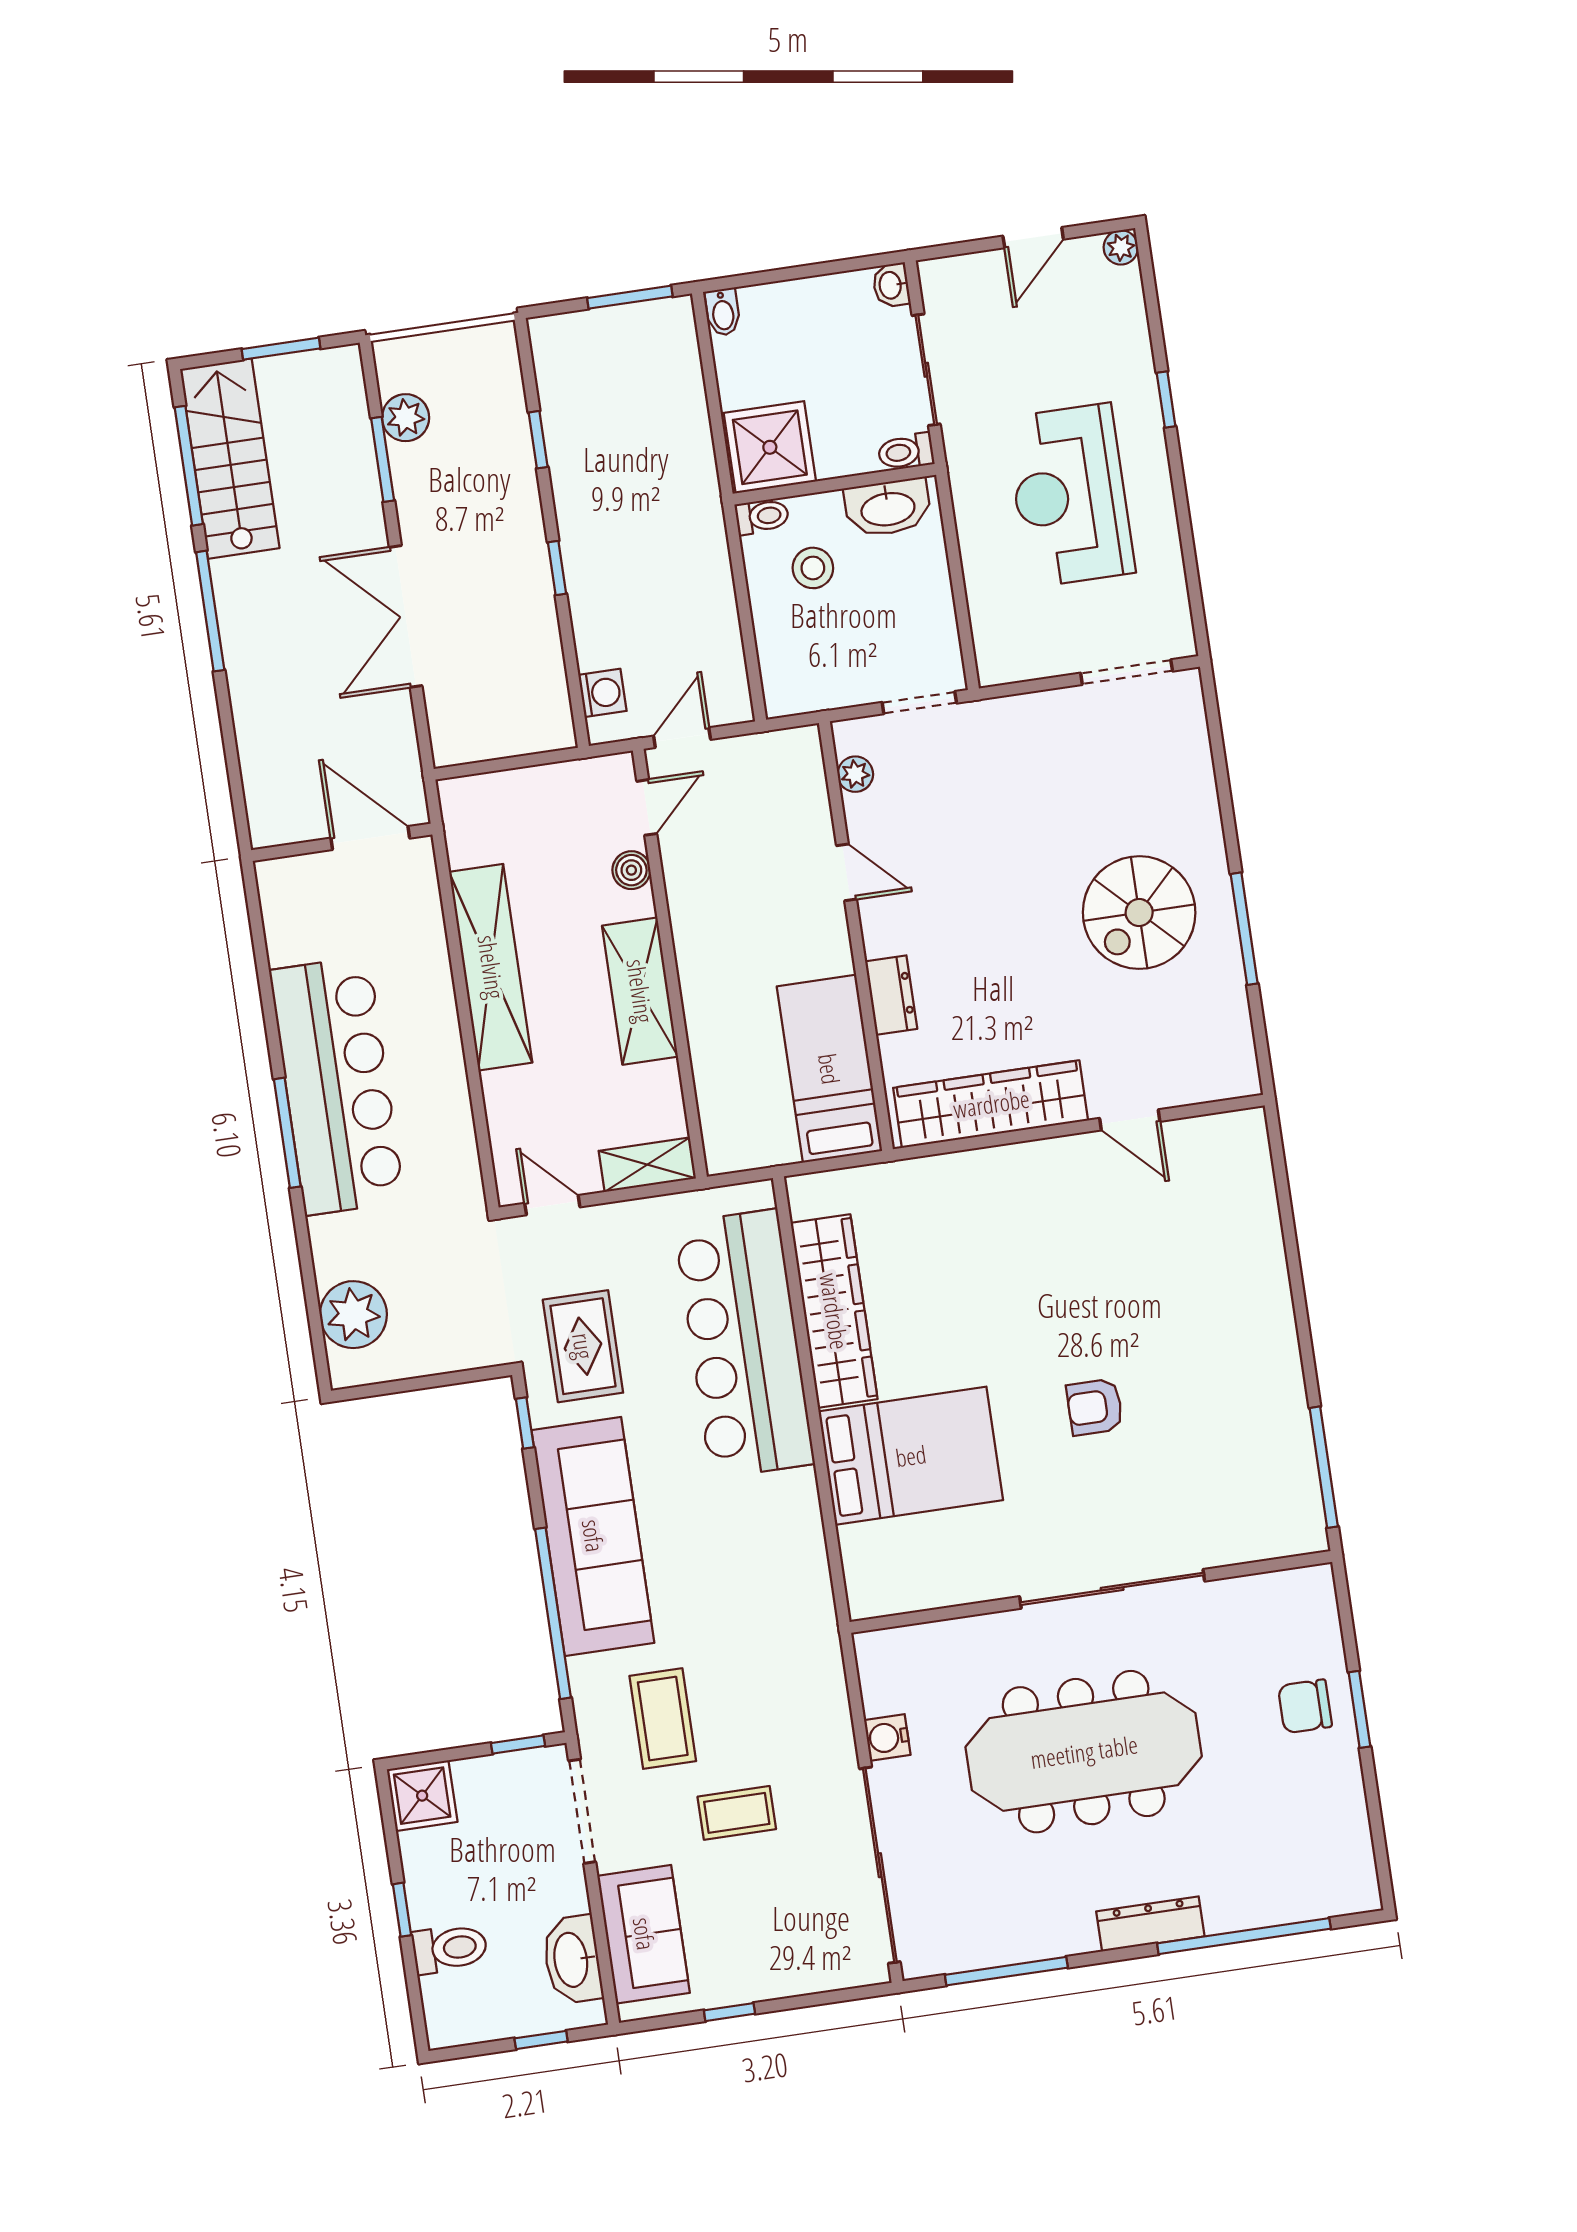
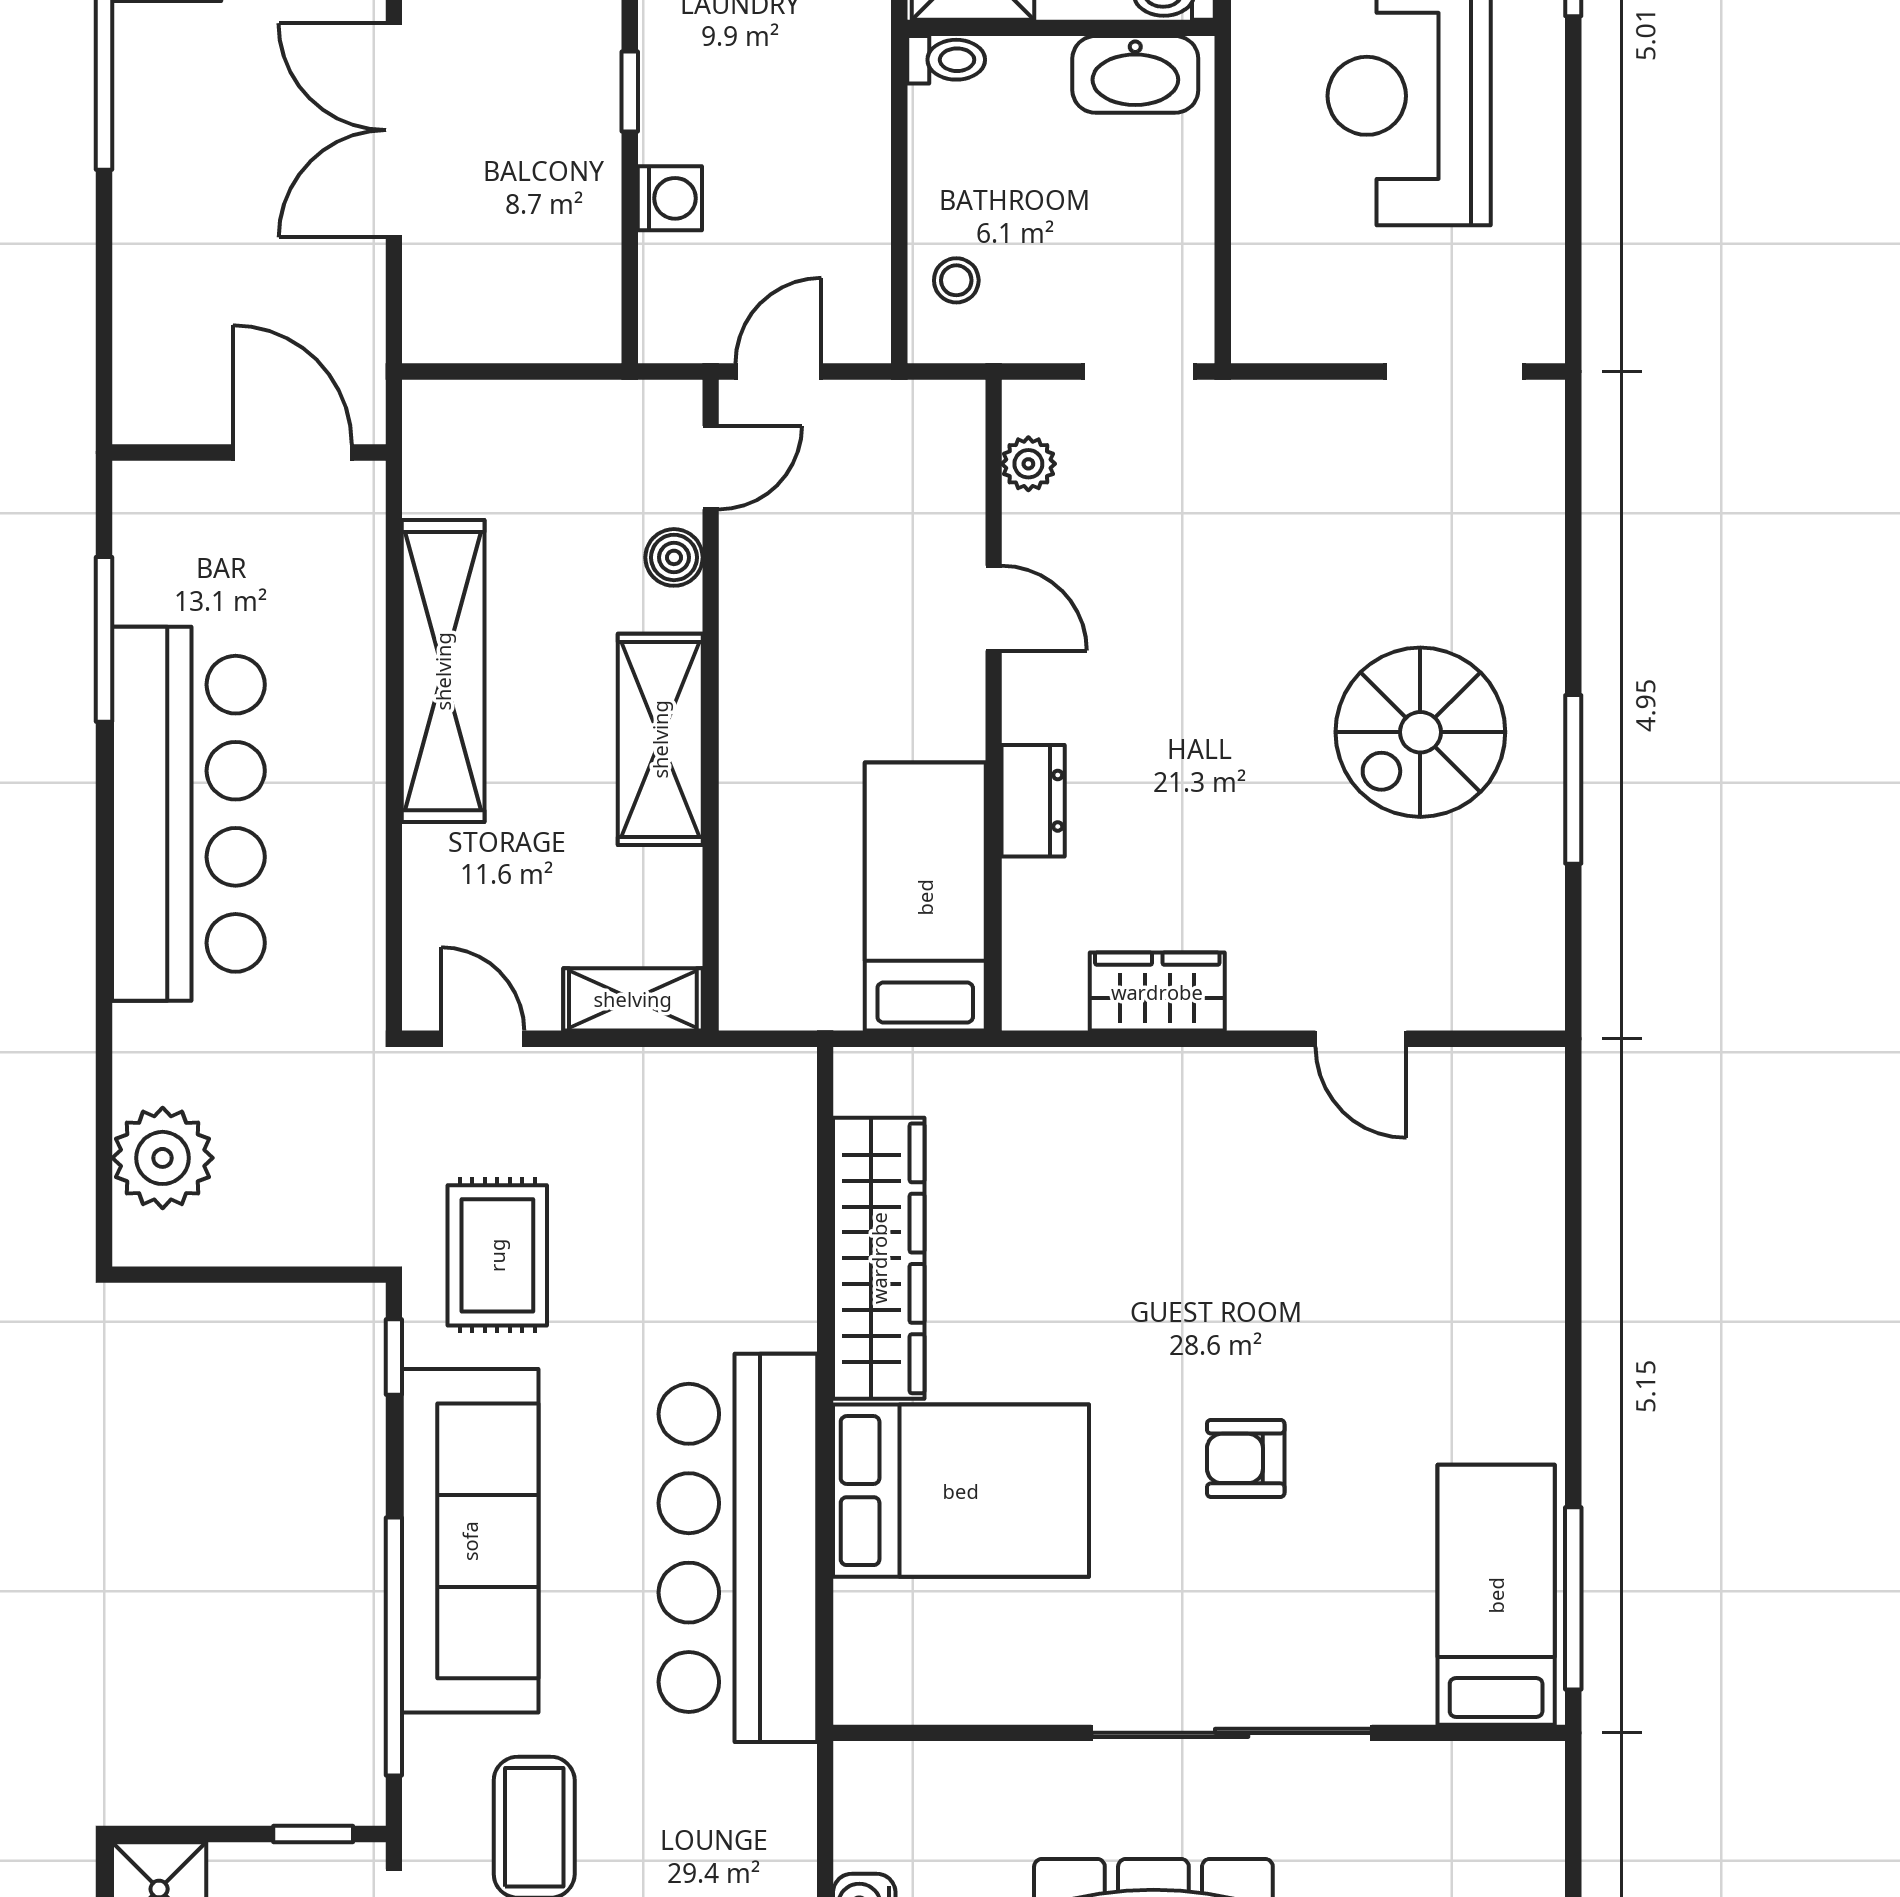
stool: (813, 568) -> (956, 280), moved, width x0.73, depth x0.73
washing machine: (602, 693) -> (670, 198), moved
wardrobe: (991, 1104) -> (1157, 992), width x0.48, depth x0.85
window: (287, 1133) -> (104, 639), moved
bar counter: (744, 1344) -> (738, 1548), moved
bed: (1273, 1472) -> (1496, 1595), added

